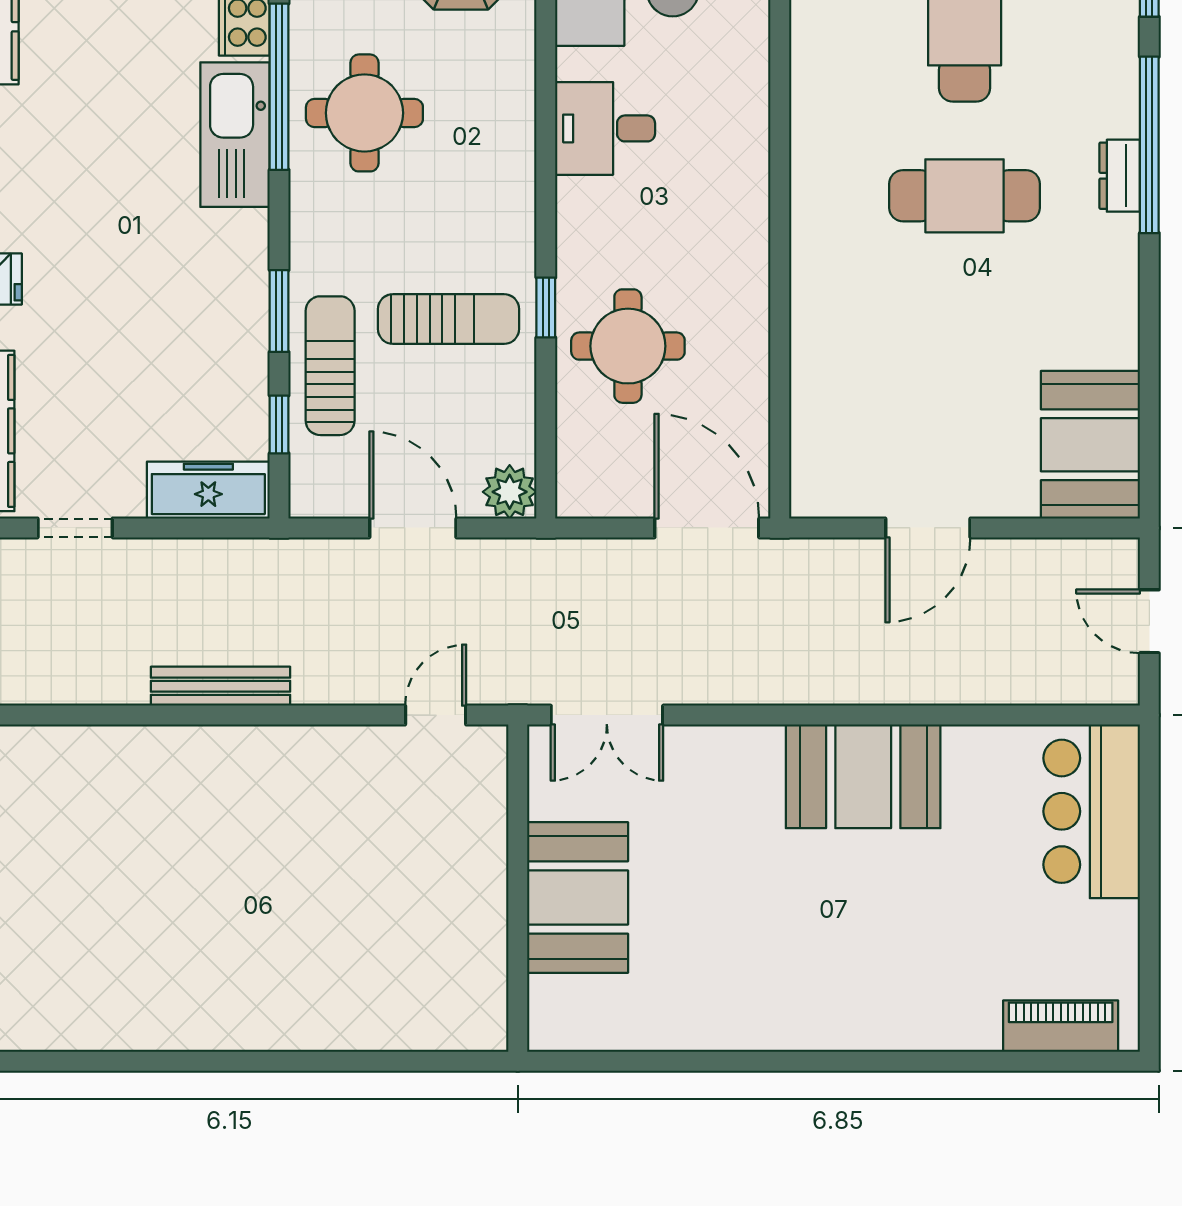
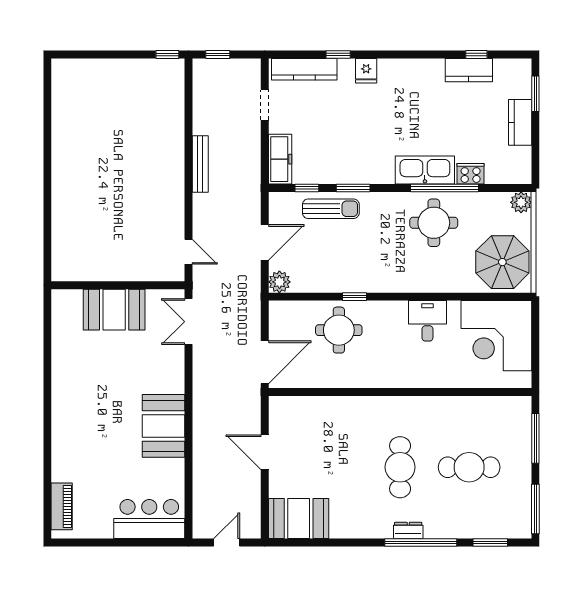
sun lounger: (448, 319) -> (350, 257), removed

